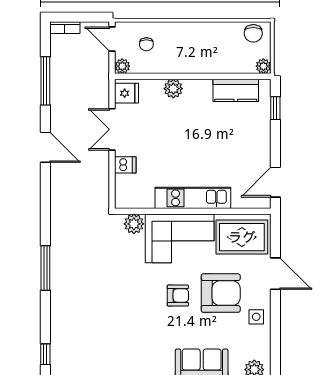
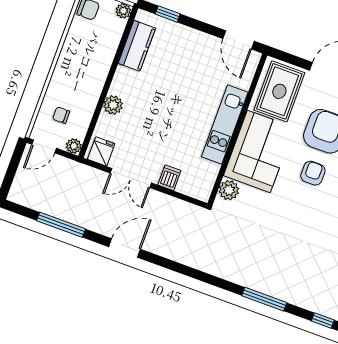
bookcase: (65, 28) -> (17, 187), removed
chair: (146, 44) -> (61, 115), turned 180
window: (45, 268) -> (264, 299), moved

